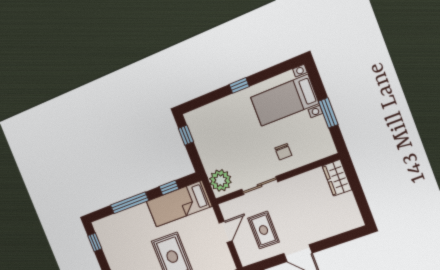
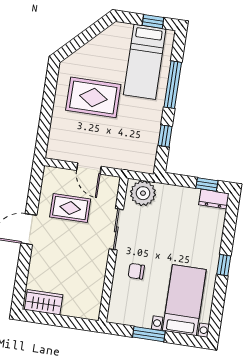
dresser: (194, 123) -> (214, 199), added
wardrobe: (337, 178) -> (44, 302), moved
bed: (179, 204) -> (145, 62), moved, turned 180

